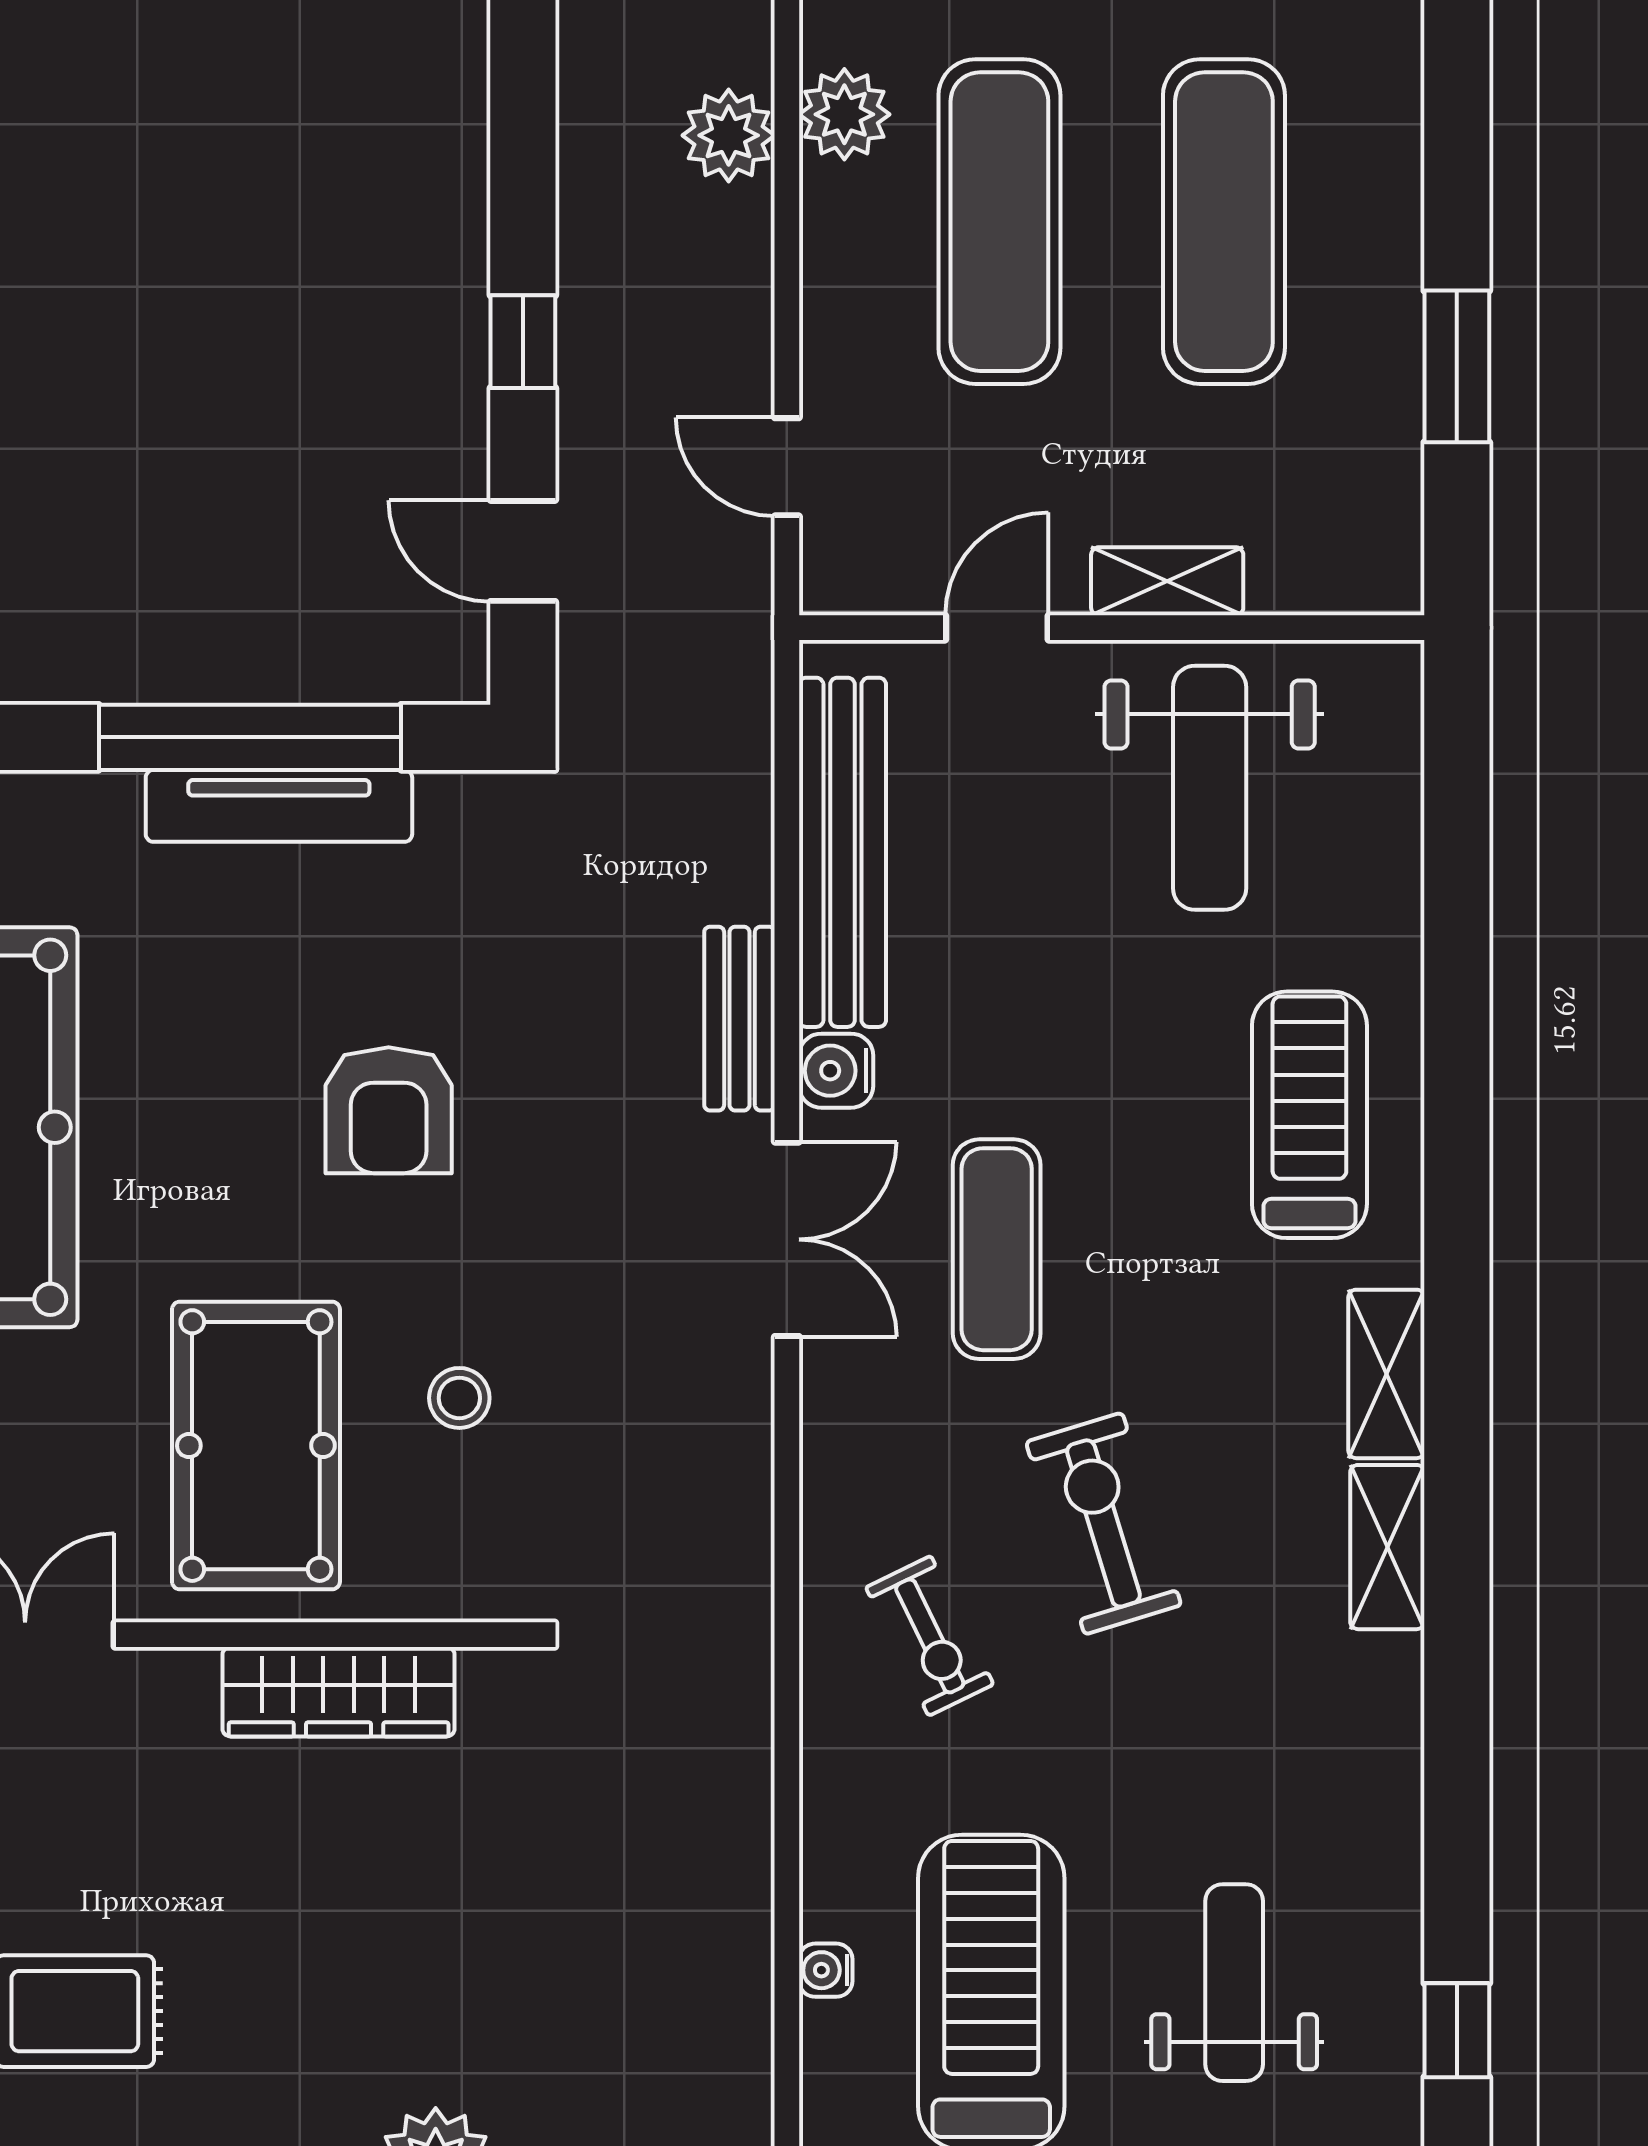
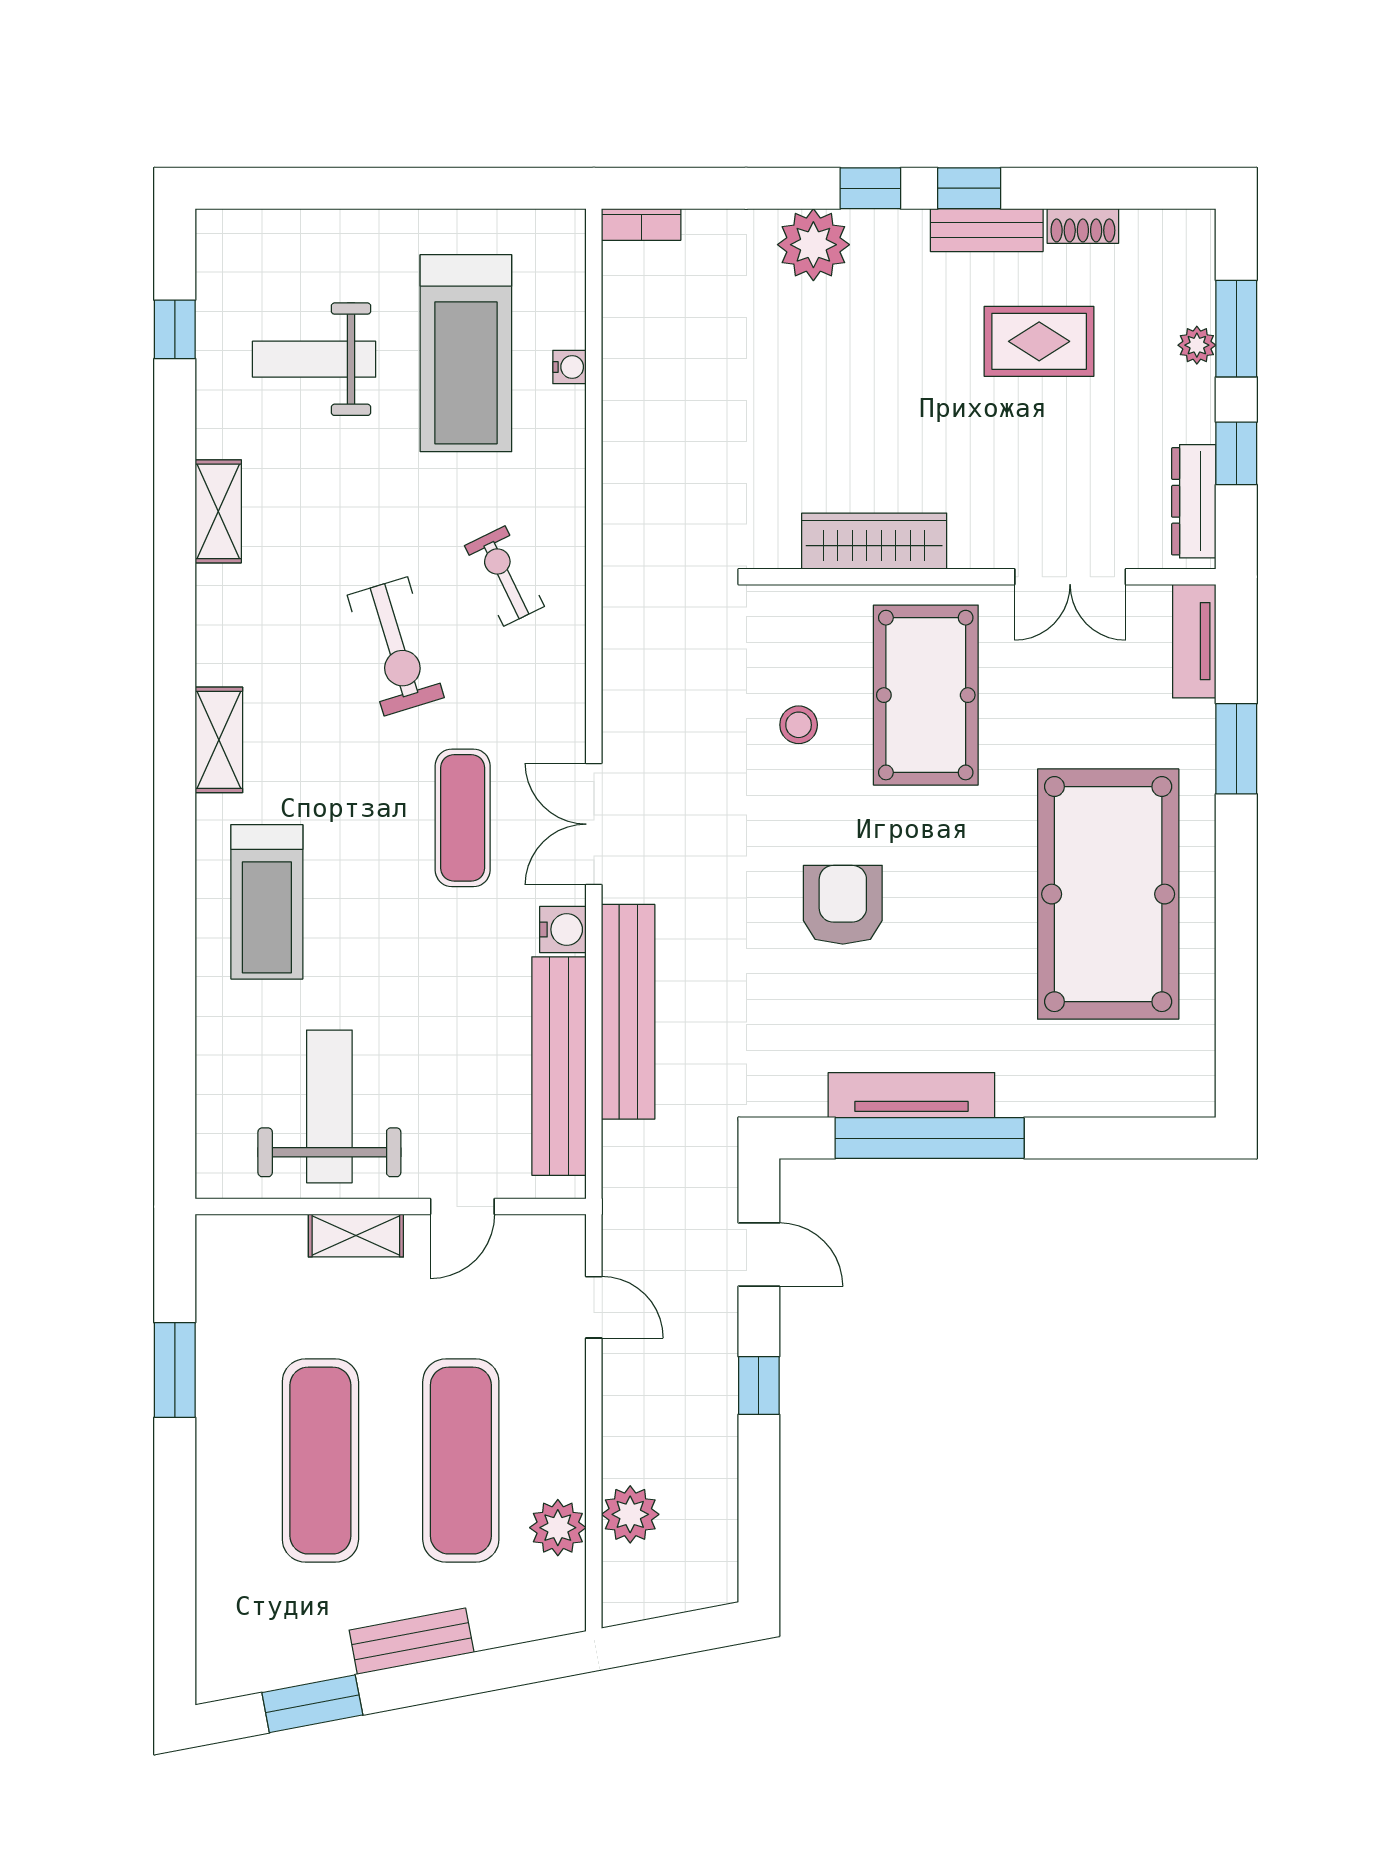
bench: (739, 1019) -> (628, 1012), width x1.86, depth x1.21
shelving: (1387, 1547) -> (218, 511), moved
weight bench: (1234, 1983) -> (314, 359), turned 90

